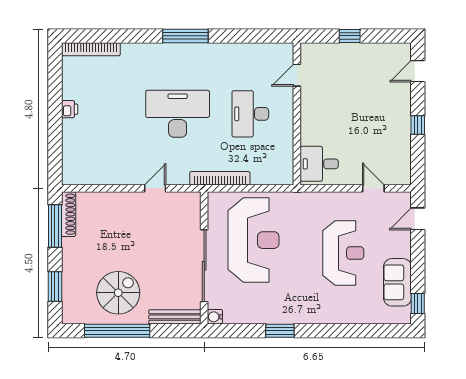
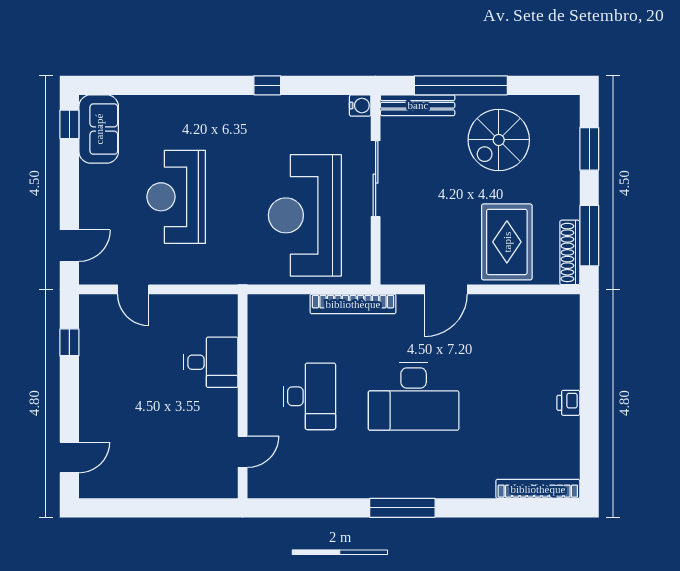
window: (350, 36) -> (167, 508), removed
window: (418, 125) -> (69, 342), moved
desk: (319, 164) -> (211, 362), moved
door: (155, 188) -> (446, 289), width x1.38
rug: (112, 222) -> (507, 242), added
sliding door: (204, 266) -> (376, 179), width x0.73
sofa: (397, 282) -> (99, 129), moved
window: (117, 331) -> (461, 85), moved
window: (280, 331) -> (267, 85), width x0.67

